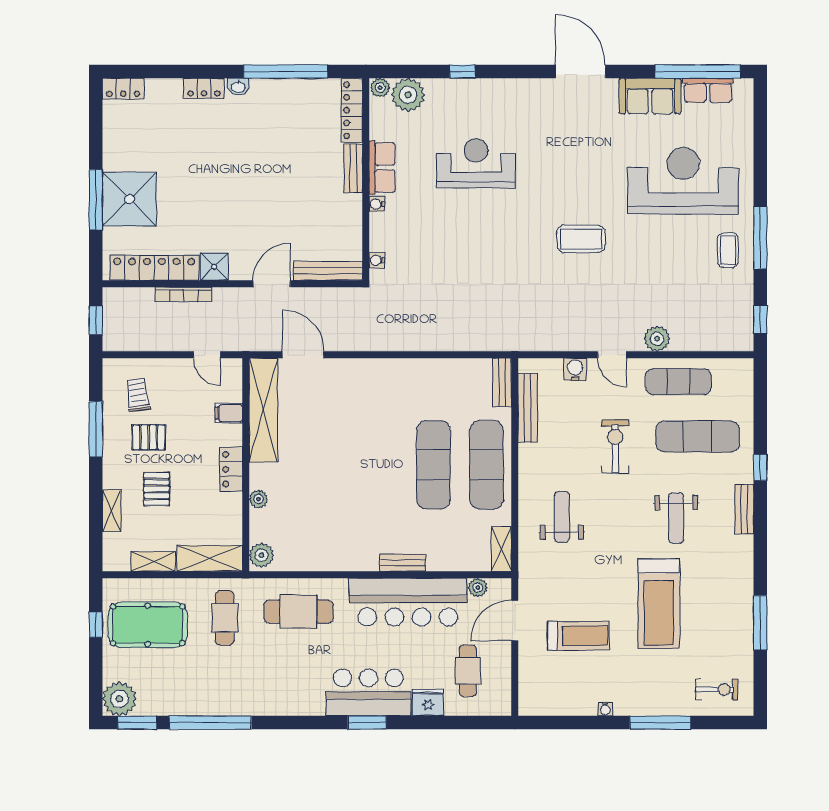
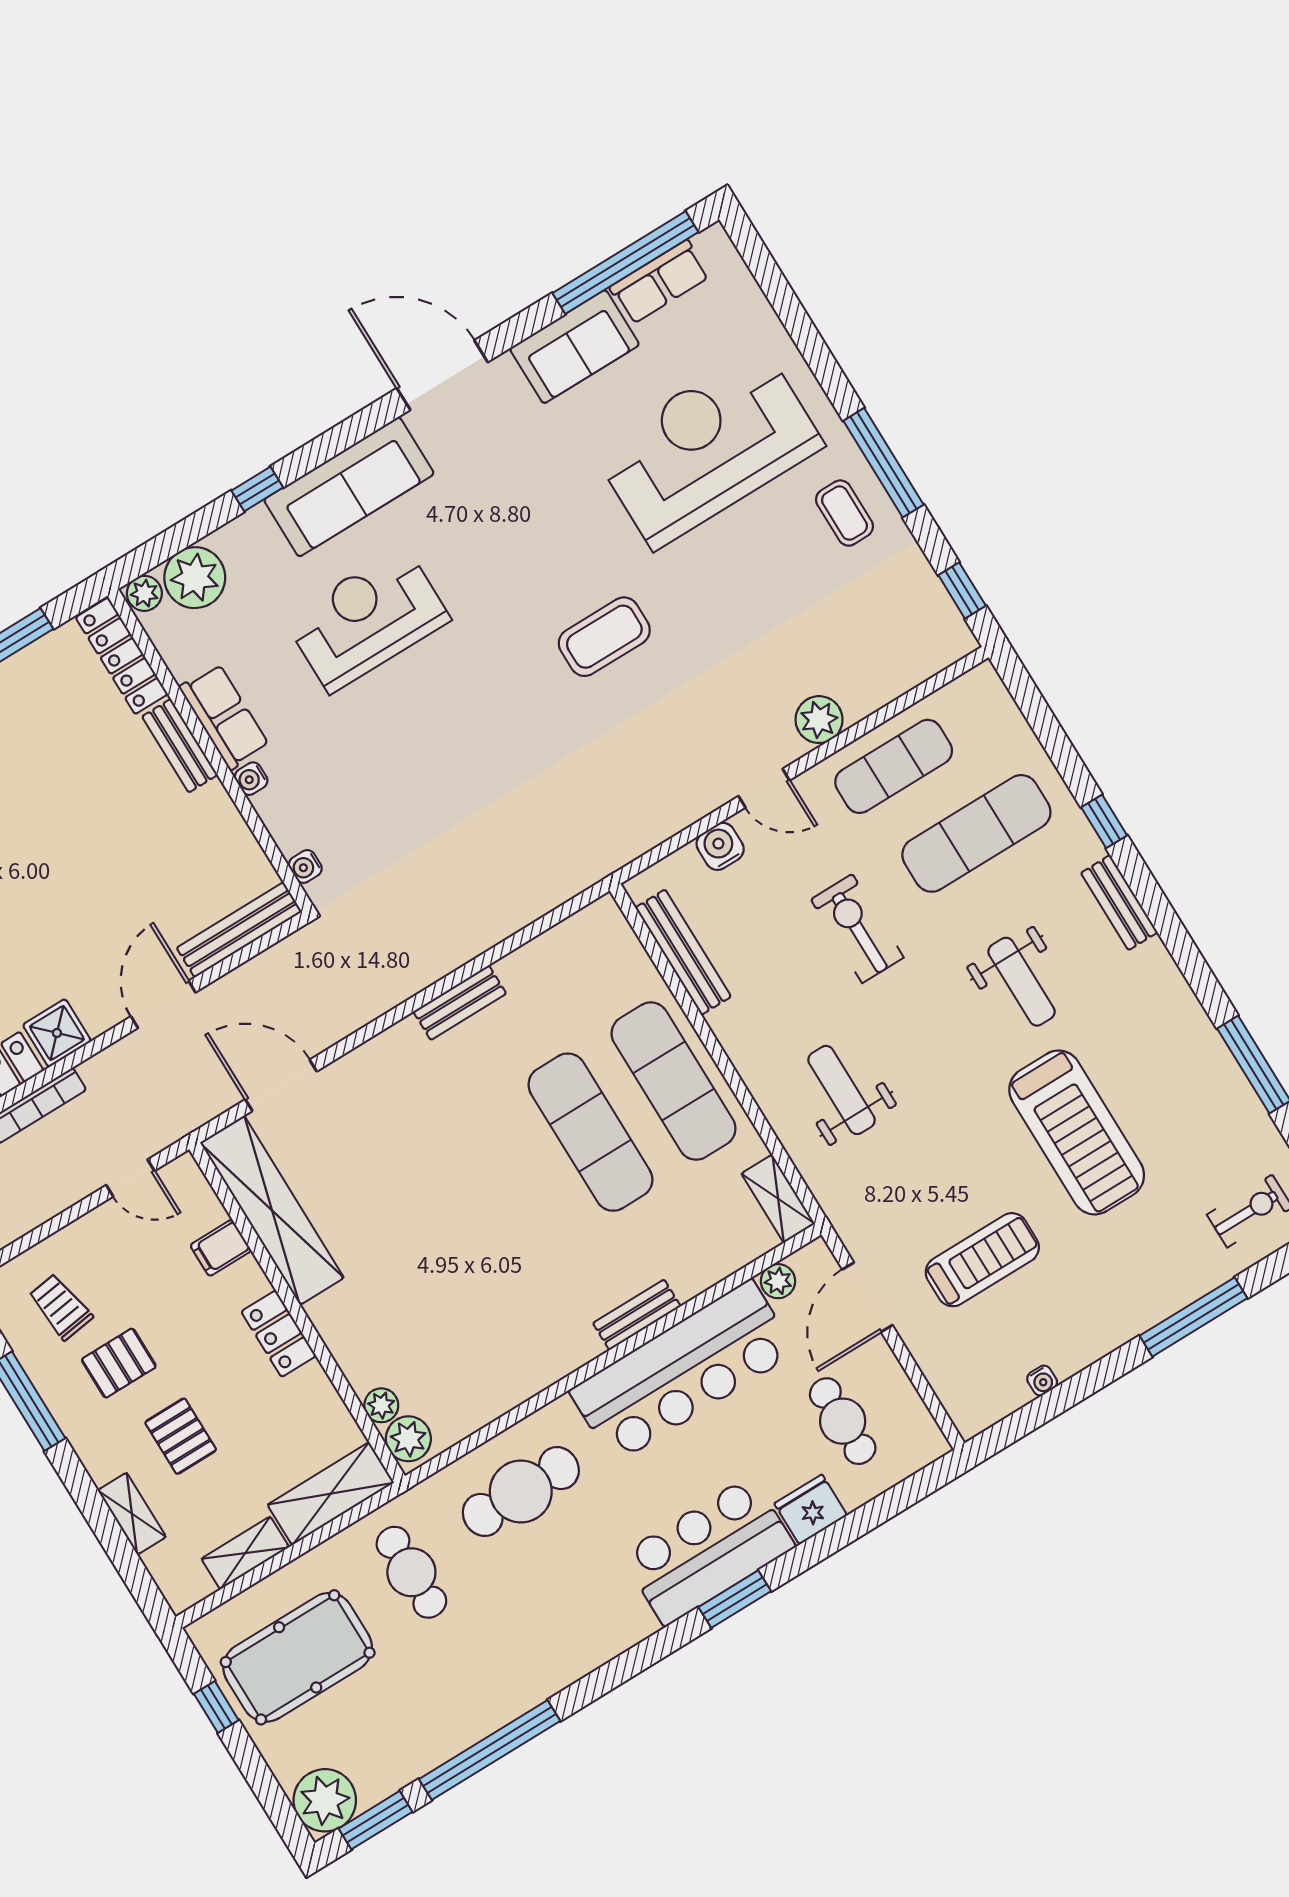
sofa: (505, 97) -> (349, 487), added
bench: (502, 382) -> (460, 1003), moved, turned 90
plant: (258, 499) -> (381, 1405), moved
water cooler: (605, 709) -> (1042, 1381), moved

